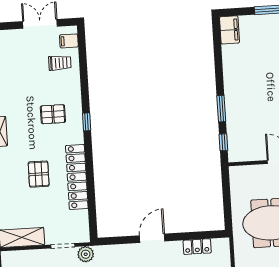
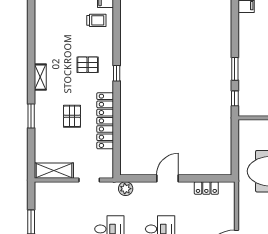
plant: (86, 254) -> (126, 189), moved

